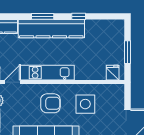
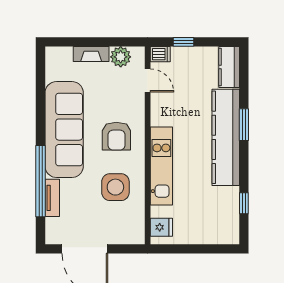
window: (79, 16) -> (244, 203), moved
window: (127, 52) -> (191, 249), removed
kitchen unit: (47, 73) -> (161, 166), moved

